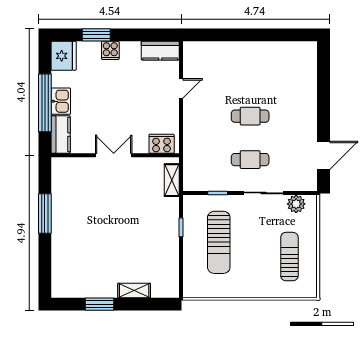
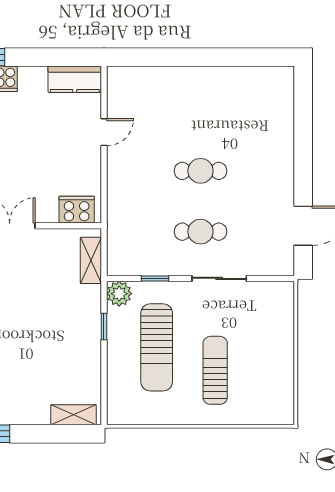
plant: (296, 204) -> (119, 294), moved
sun lounger: (289, 257) -> (215, 370), moved
shelving: (134, 291) -> (74, 415), moved

